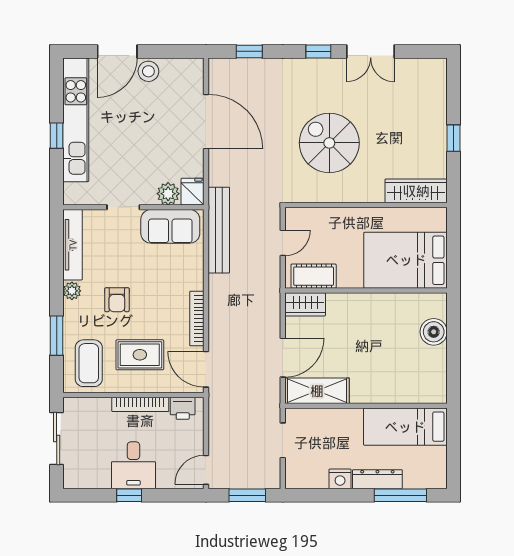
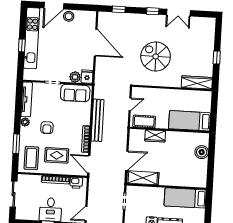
bench: (219, 230) -> (98, 120), moved
bed: (406, 260) -> (190, 121), width x0.67
wardrobe: (305, 304) -> (155, 136), moved

